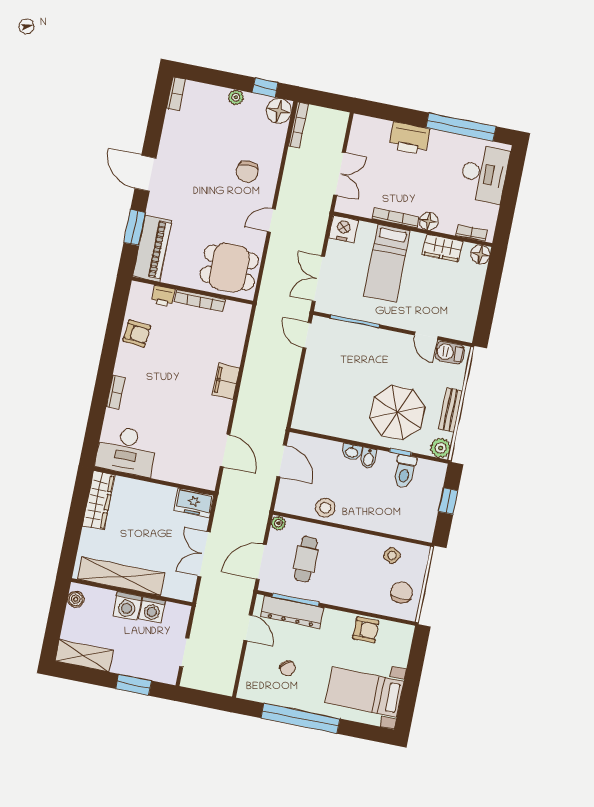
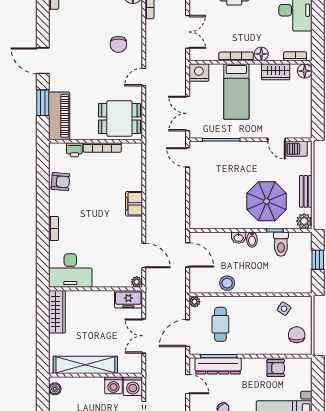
plant: (209, 483) -> (137, 282), added
washing machine: (127, 606) -> (133, 386), moved

